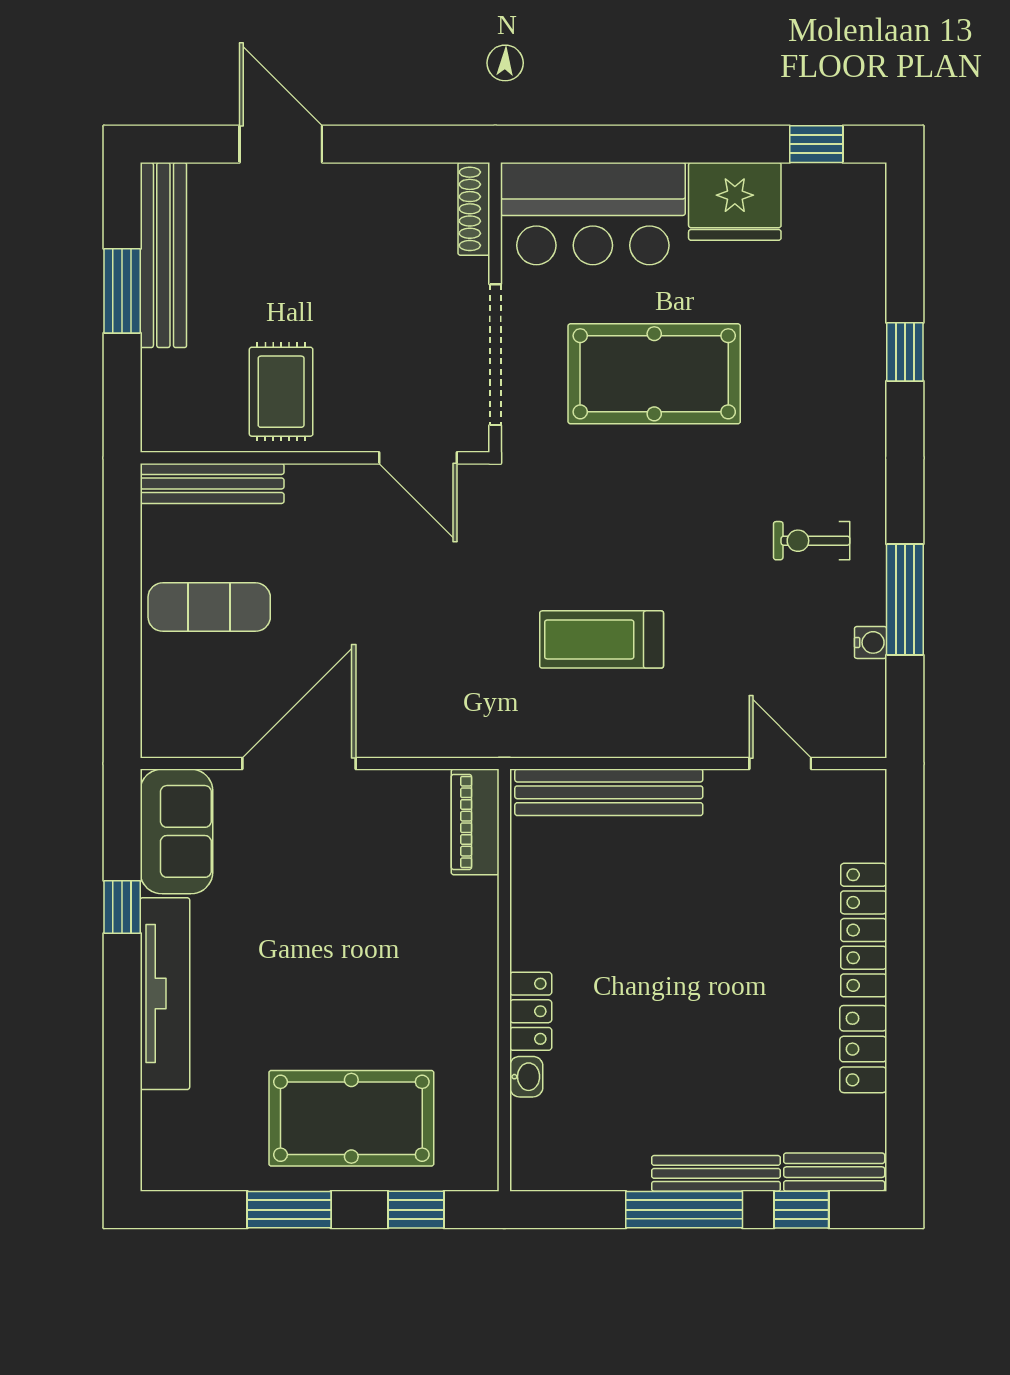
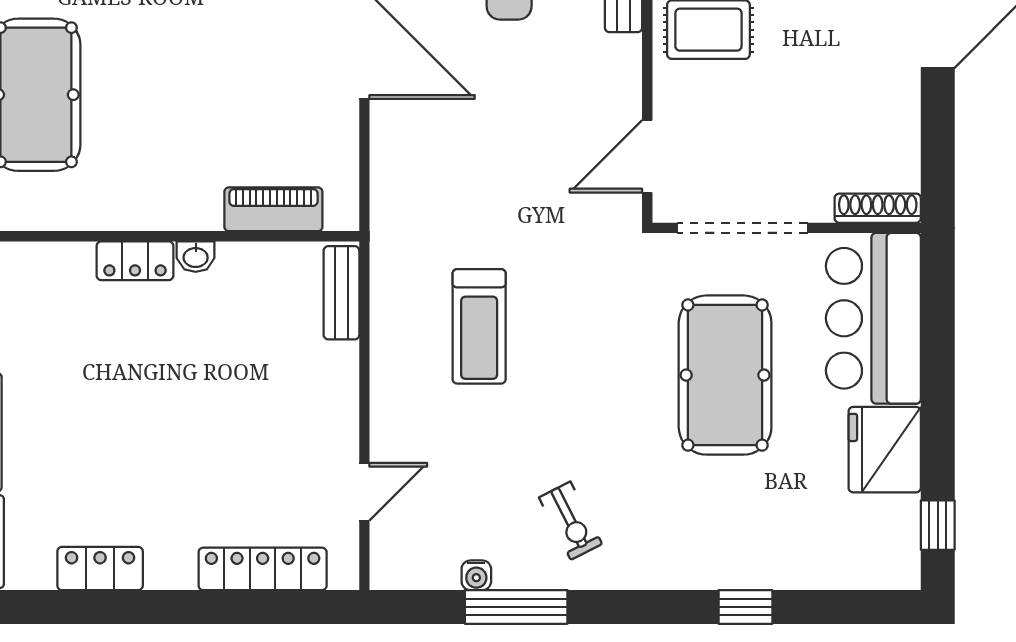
exercise bike: (812, 541) -> (571, 521), turned 153
treadmill: (602, 639) -> (479, 326), turned 180
bench: (609, 792) -> (341, 293), width x0.54, depth x0.82
piano: (475, 822) -> (273, 209), moved
locker: (864, 930) -> (263, 569), moved
washbasin: (526, 1077) -> (196, 257), moved

